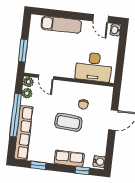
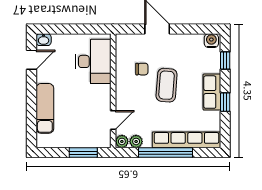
row of seats: (69, 158) -> (212, 92), moved
window: (38, 165) -> (225, 102), moved

